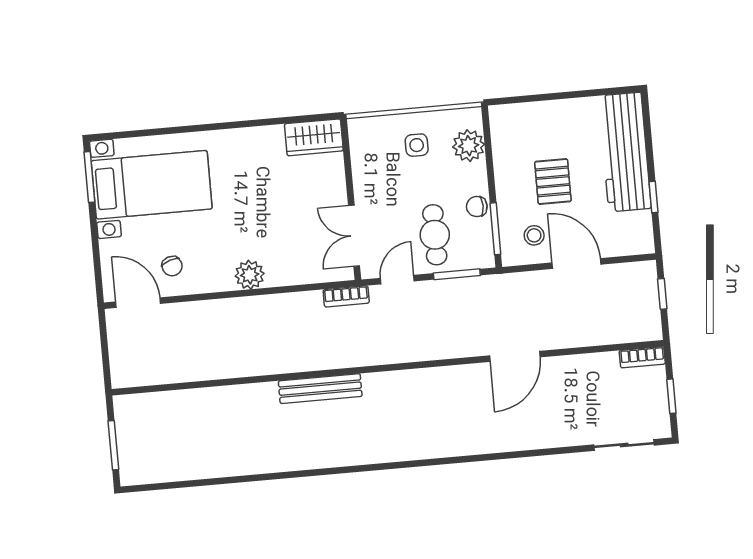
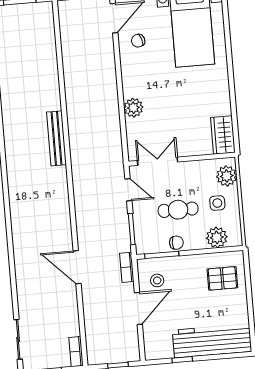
plant: (376, 131) -> (227, 176), added
pallet: (553, 182) -> (222, 278), moved
chair: (477, 207) -> (176, 243), turned 90
cafe table: (435, 235) -> (178, 210), moved
plant: (250, 275) -> (133, 108), moved
bookcase: (346, 296) -> (127, 267), moved

